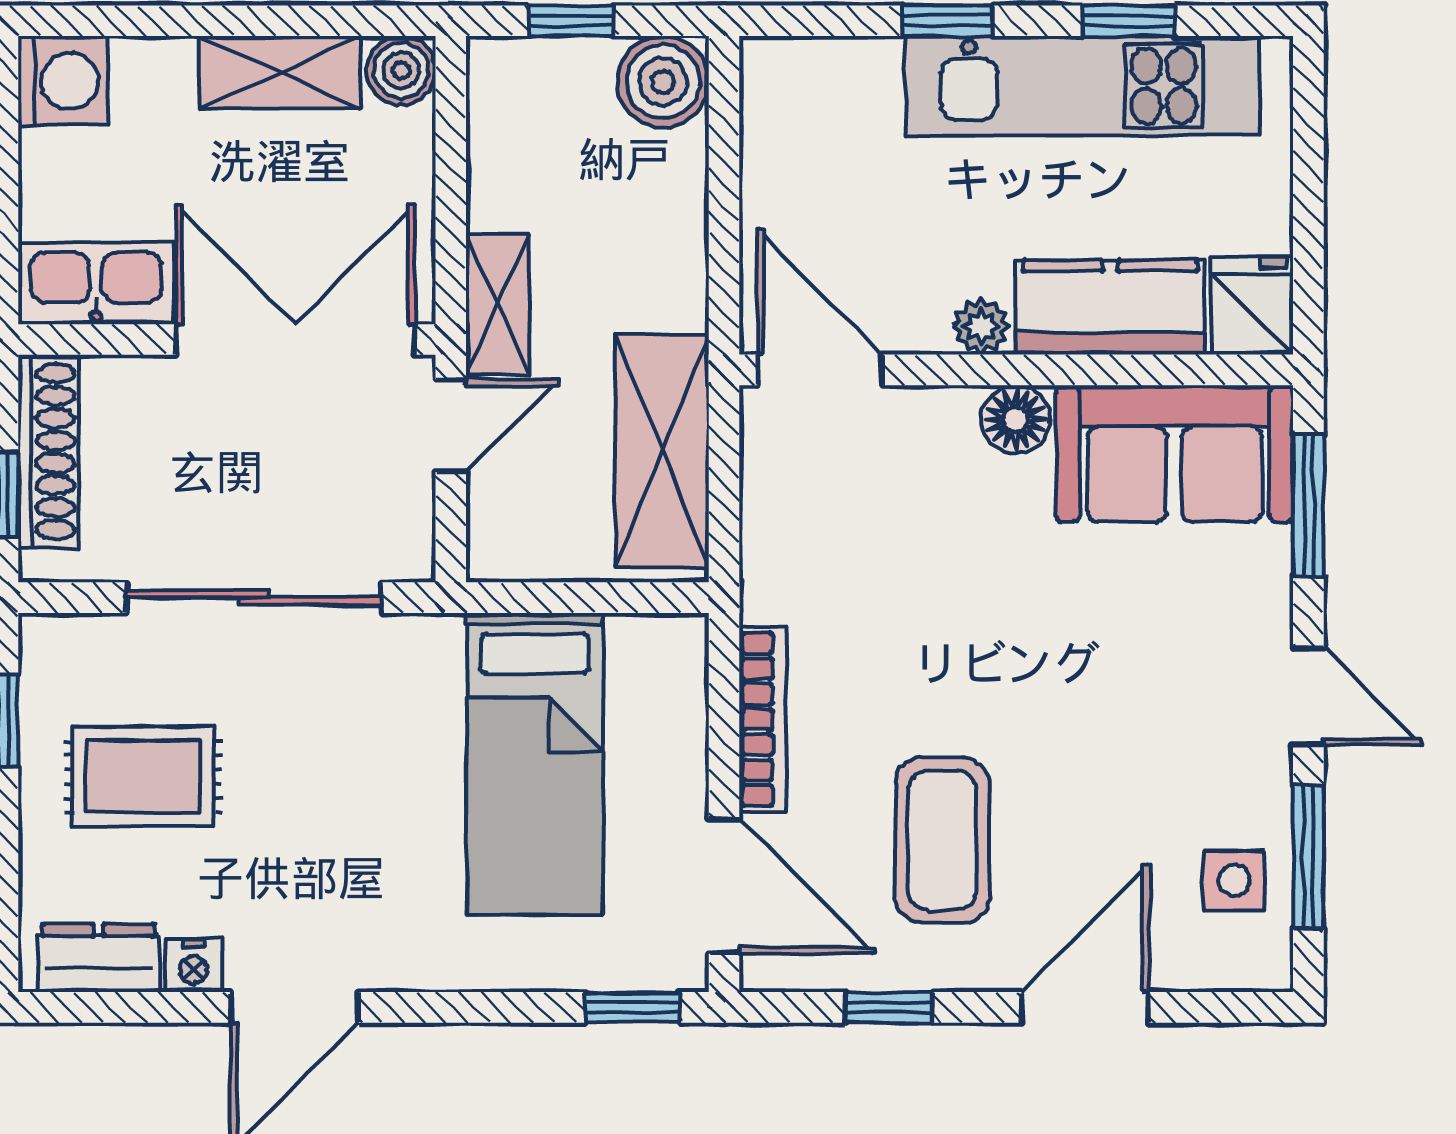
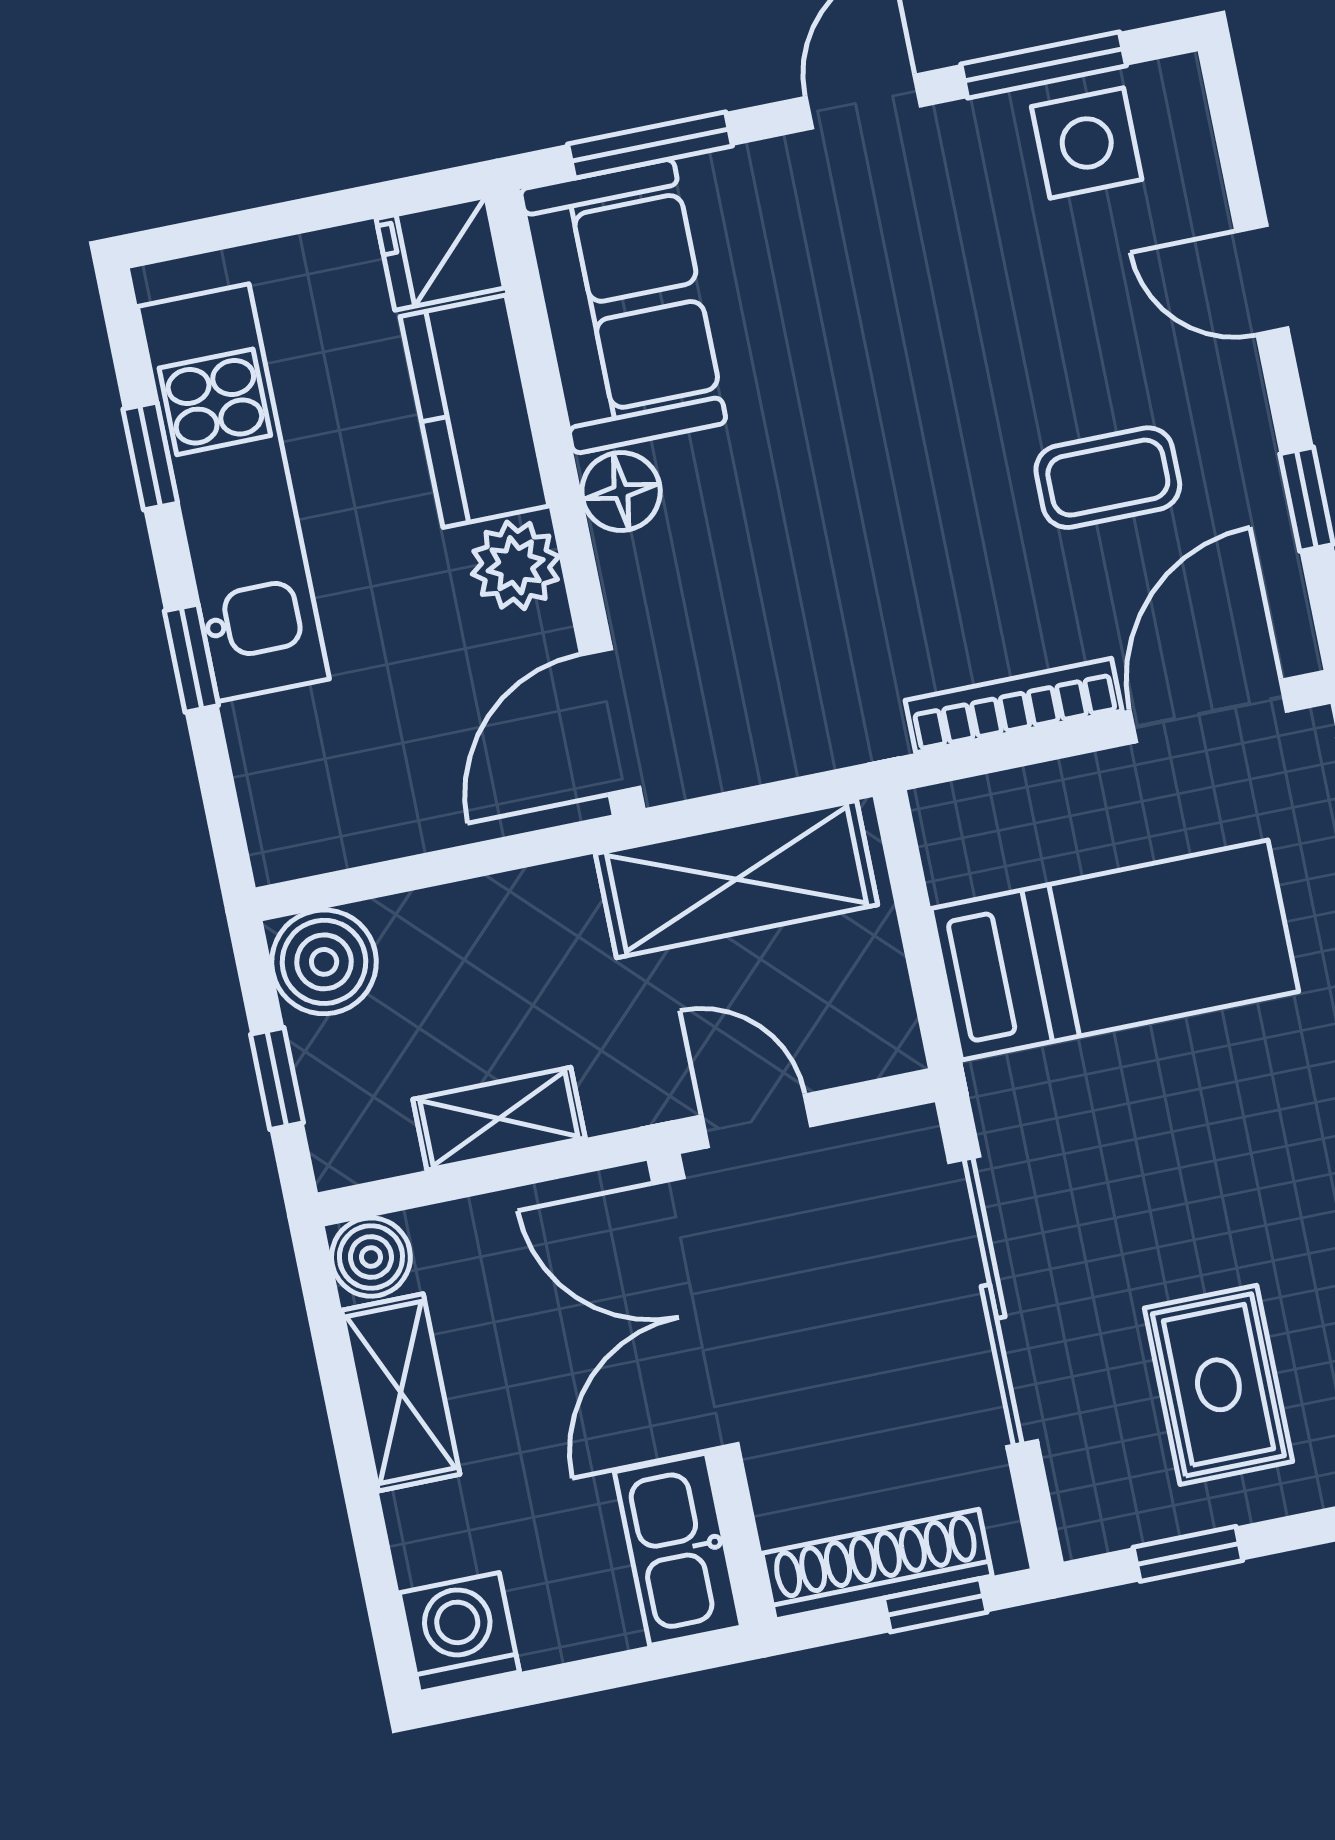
shelving: (498, 304) -> (499, 1119), moved
plant: (981, 326) -> (516, 565), width x1.38, depth x1.38
coffee table: (942, 840) -> (1108, 478), width x0.73, depth x0.77
side table: (1234, 881) -> (1087, 143), width x1.37, depth x1.37
door: (1085, 1007) -> (1262, 280), width x0.73

